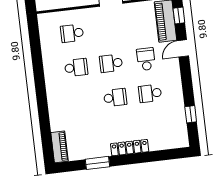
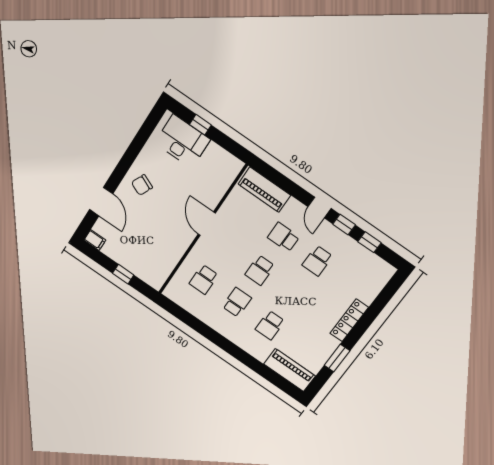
window: (179, 16) -> (344, 225), moved
door: (183, 48) -> (319, 207), moved
school desk: (115, 98) -> (270, 325), moved, turned 180
piano: (59, 147) -> (290, 370), width x1.37, depth x1.33

